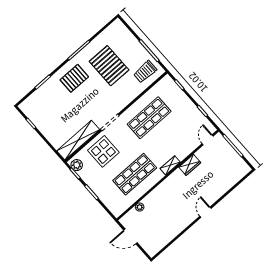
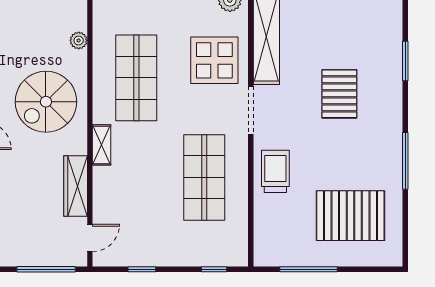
pallet: (109, 66) -> (350, 216), moved
trolley: (145, 72) -> (275, 171), moved
pallet: (74, 78) -> (339, 94), moved
door: (208, 140) -> (90, 238), hinge flipped
wardrobe: (190, 165) -> (76, 186), width x1.50
spiral stairs: (172, 199) -> (46, 102), added

